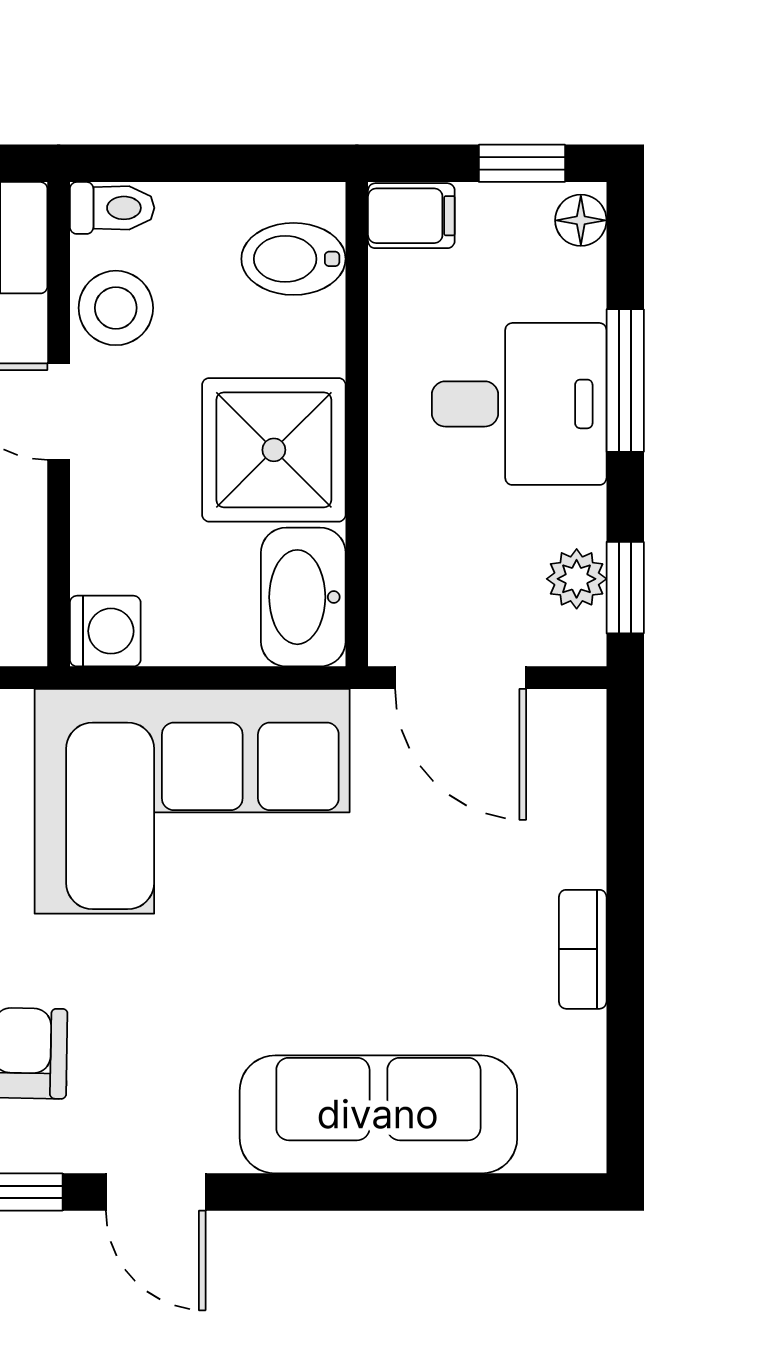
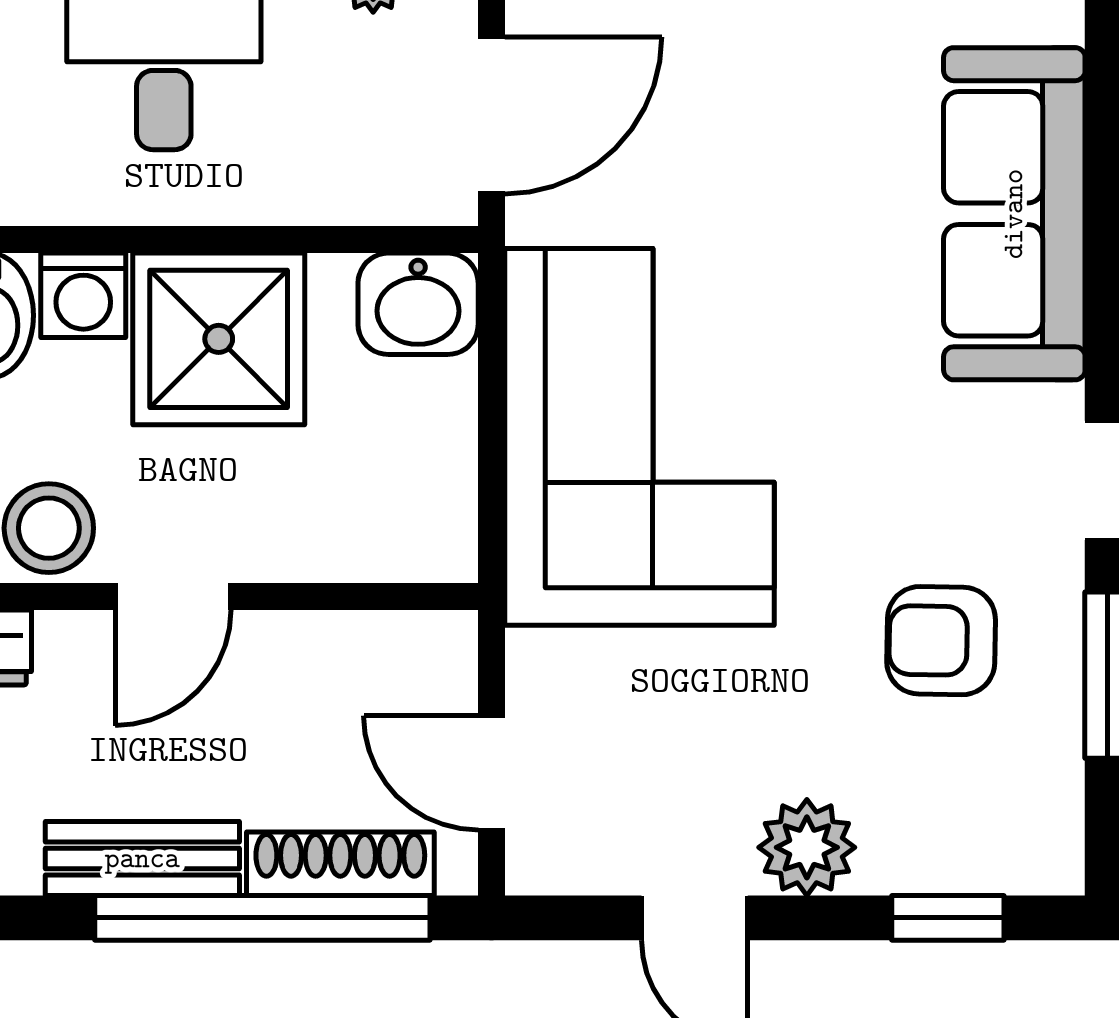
washbasin: (303, 597) -> (418, 304), width x0.72
washing machine: (105, 631) -> (83, 295), moved, turned 180

